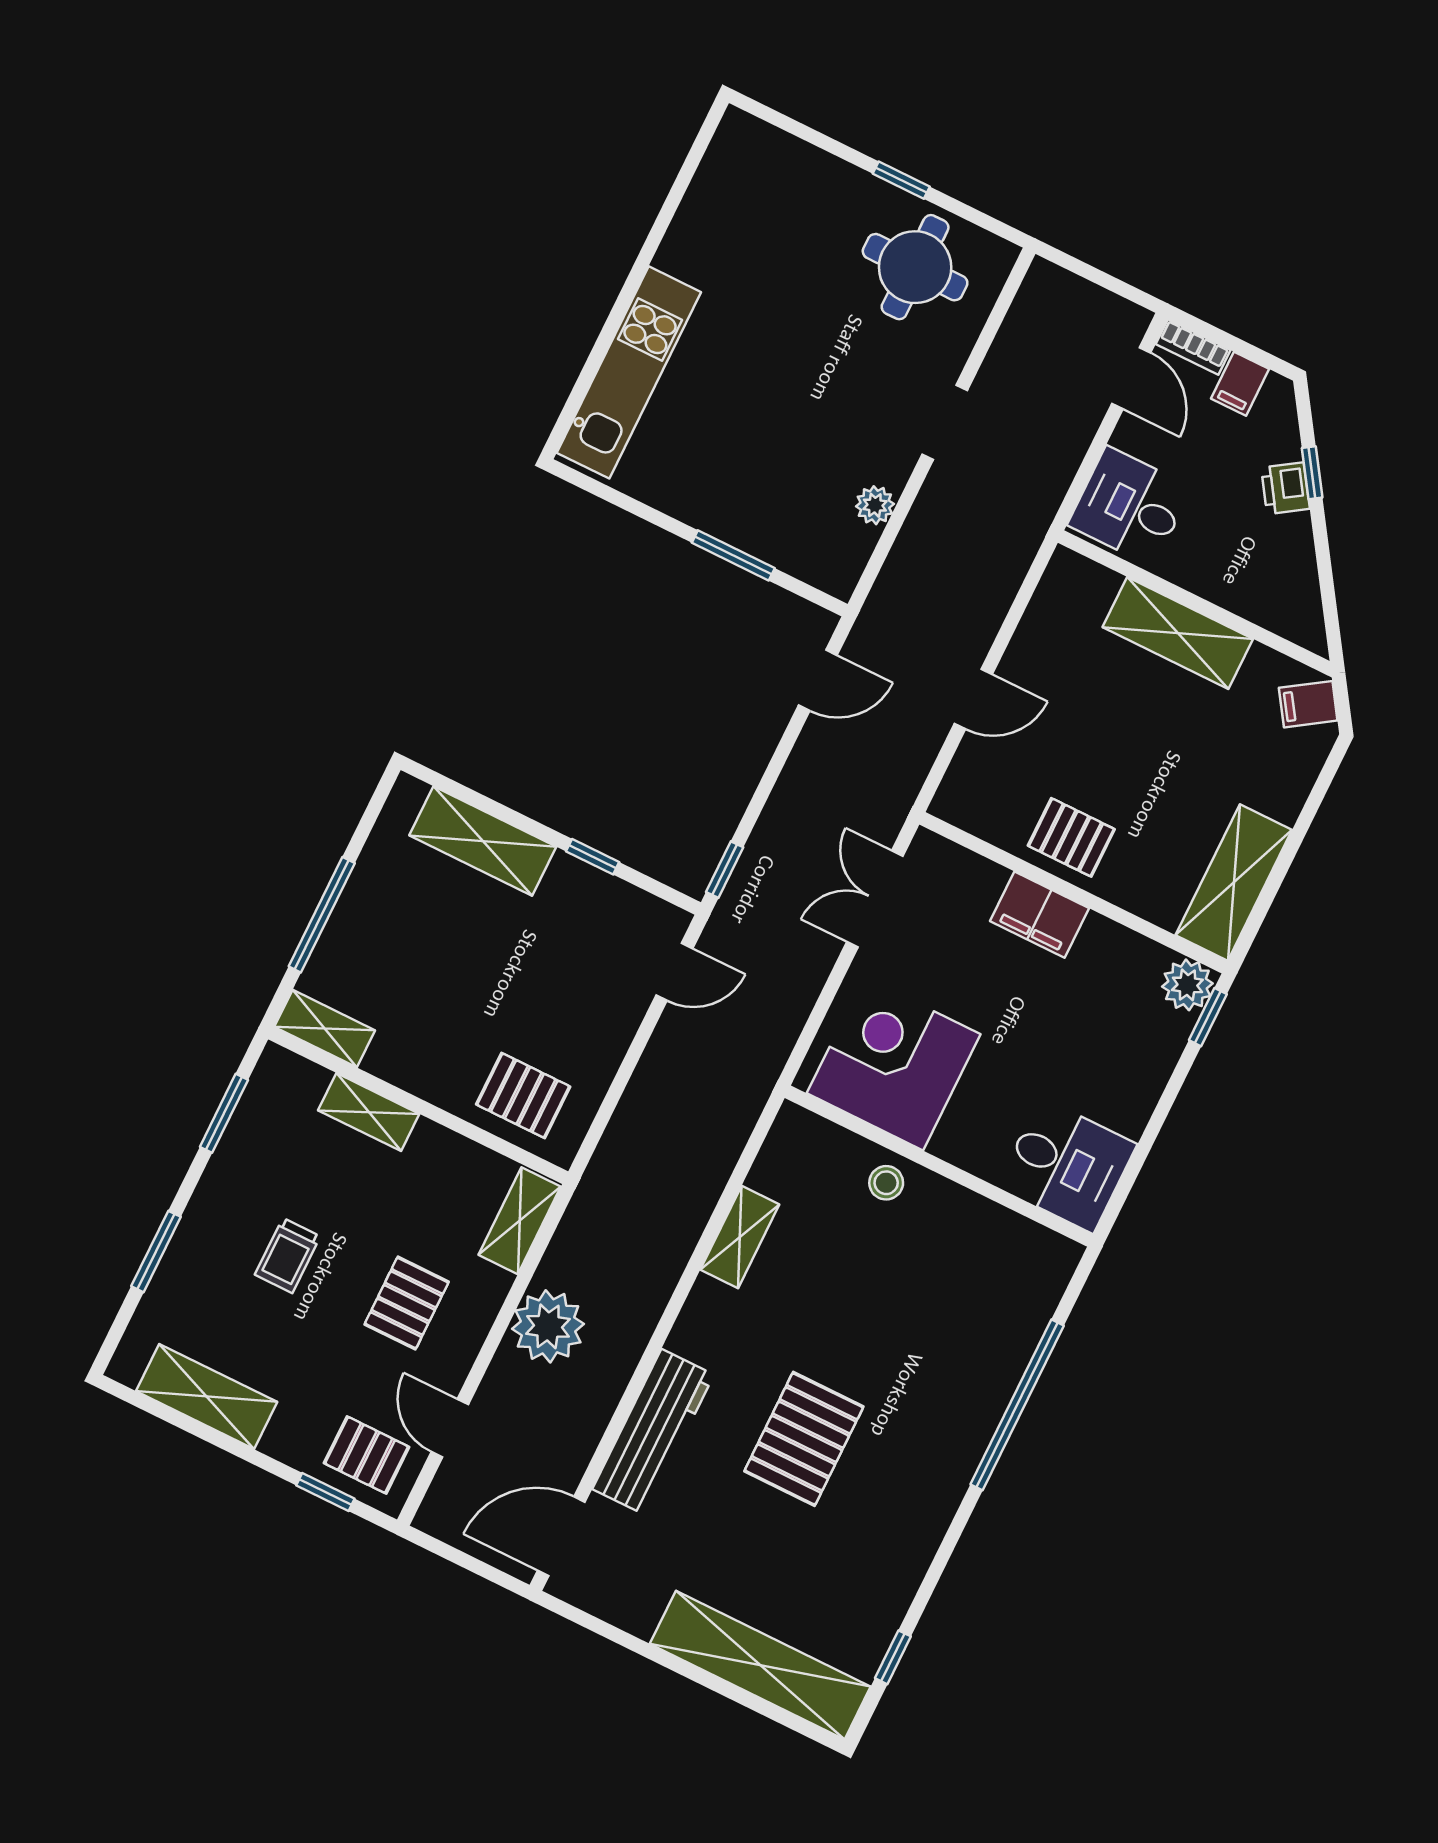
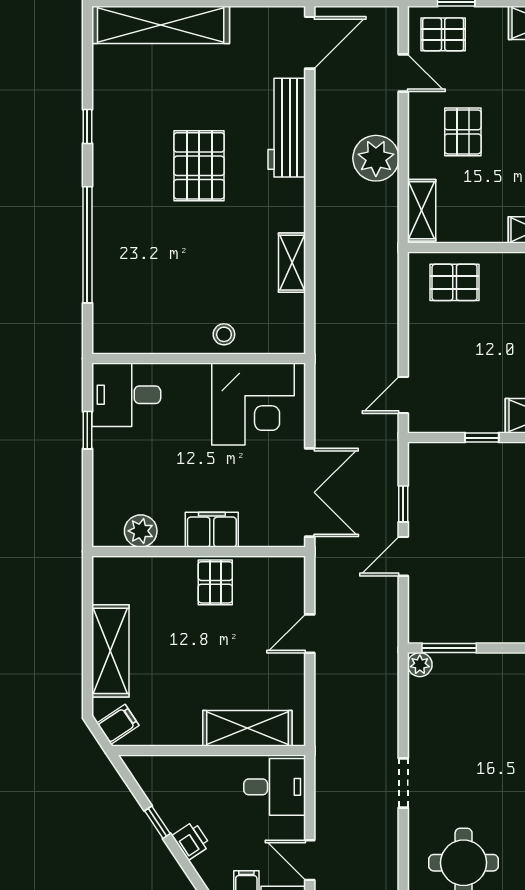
window: (1312, 473) -> (157, 822), moved
plant: (875, 505) -> (420, 665), moved
window: (733, 555) -> (449, 648), moved
shelving: (1178, 633) -> (247, 728), moved
door: (818, 680) -> (403, 556), moved
pallet: (1071, 837) -> (215, 582), turned 90
window: (725, 870) -> (403, 504), moved
shelving: (1234, 883) -> (110, 651), moved
double door: (875, 899) -> (310, 492), width x1.37
plant: (1187, 985) -> (141, 531), moved
window: (1208, 1017) -> (87, 430), moved
window: (893, 1657) -> (87, 127), moved

